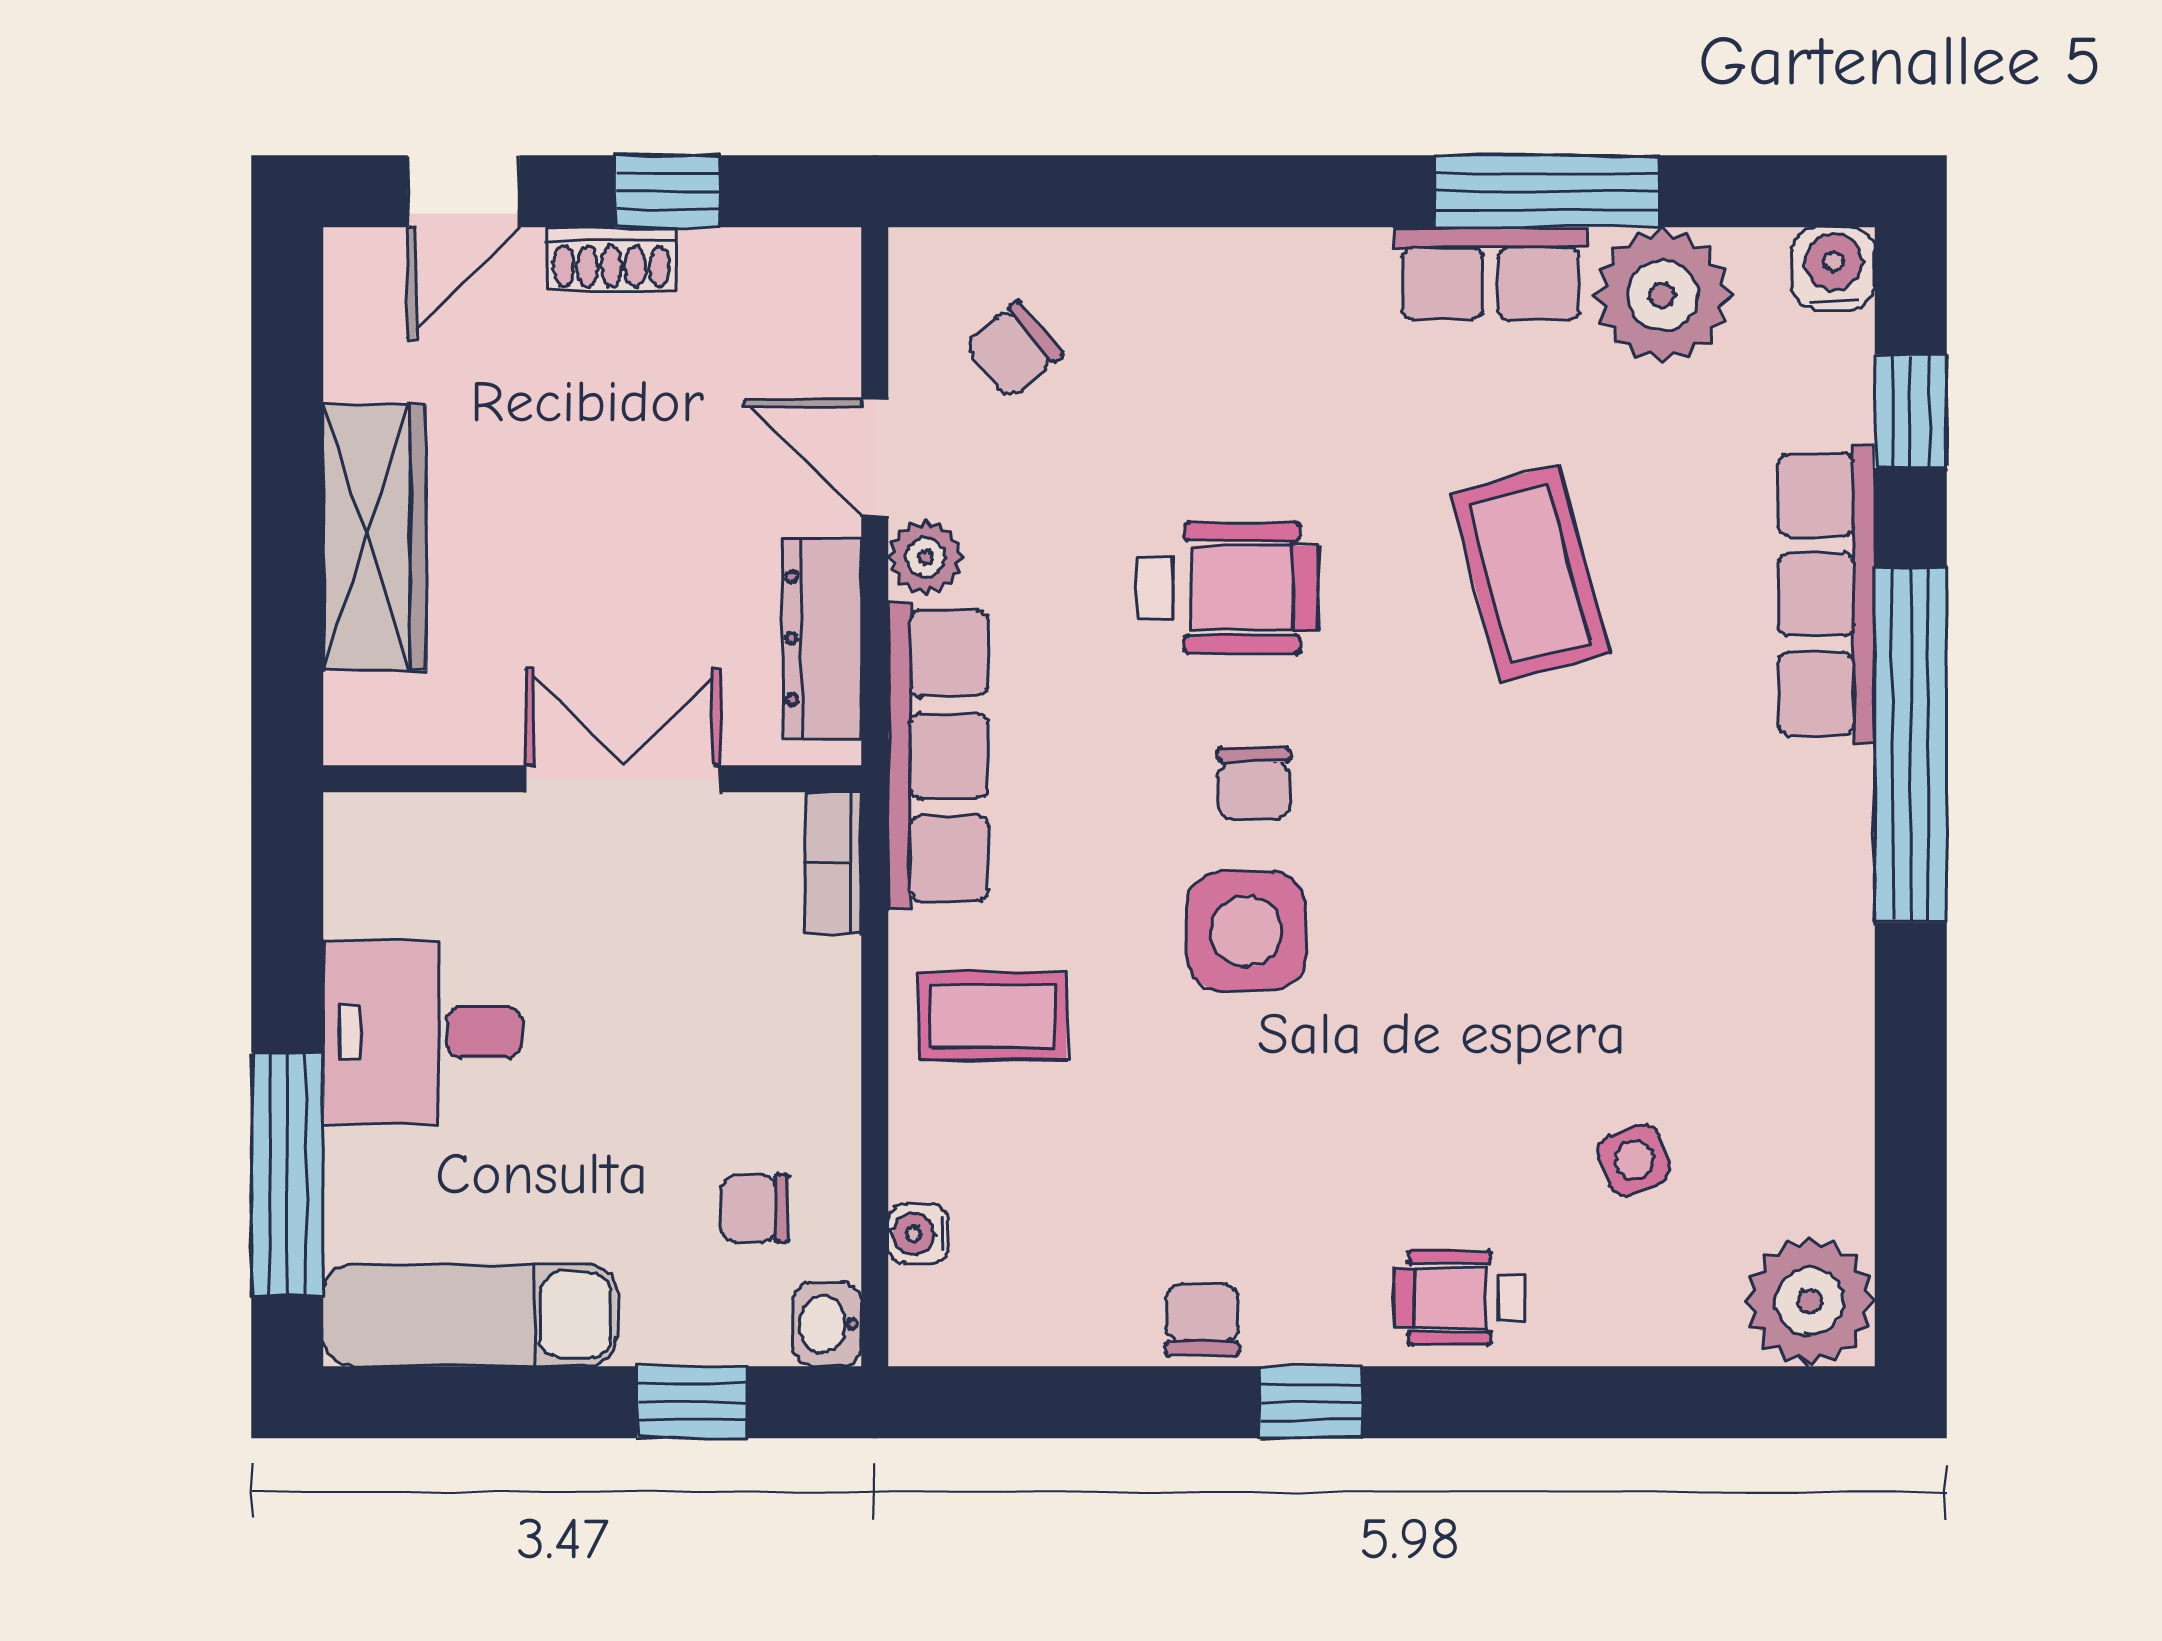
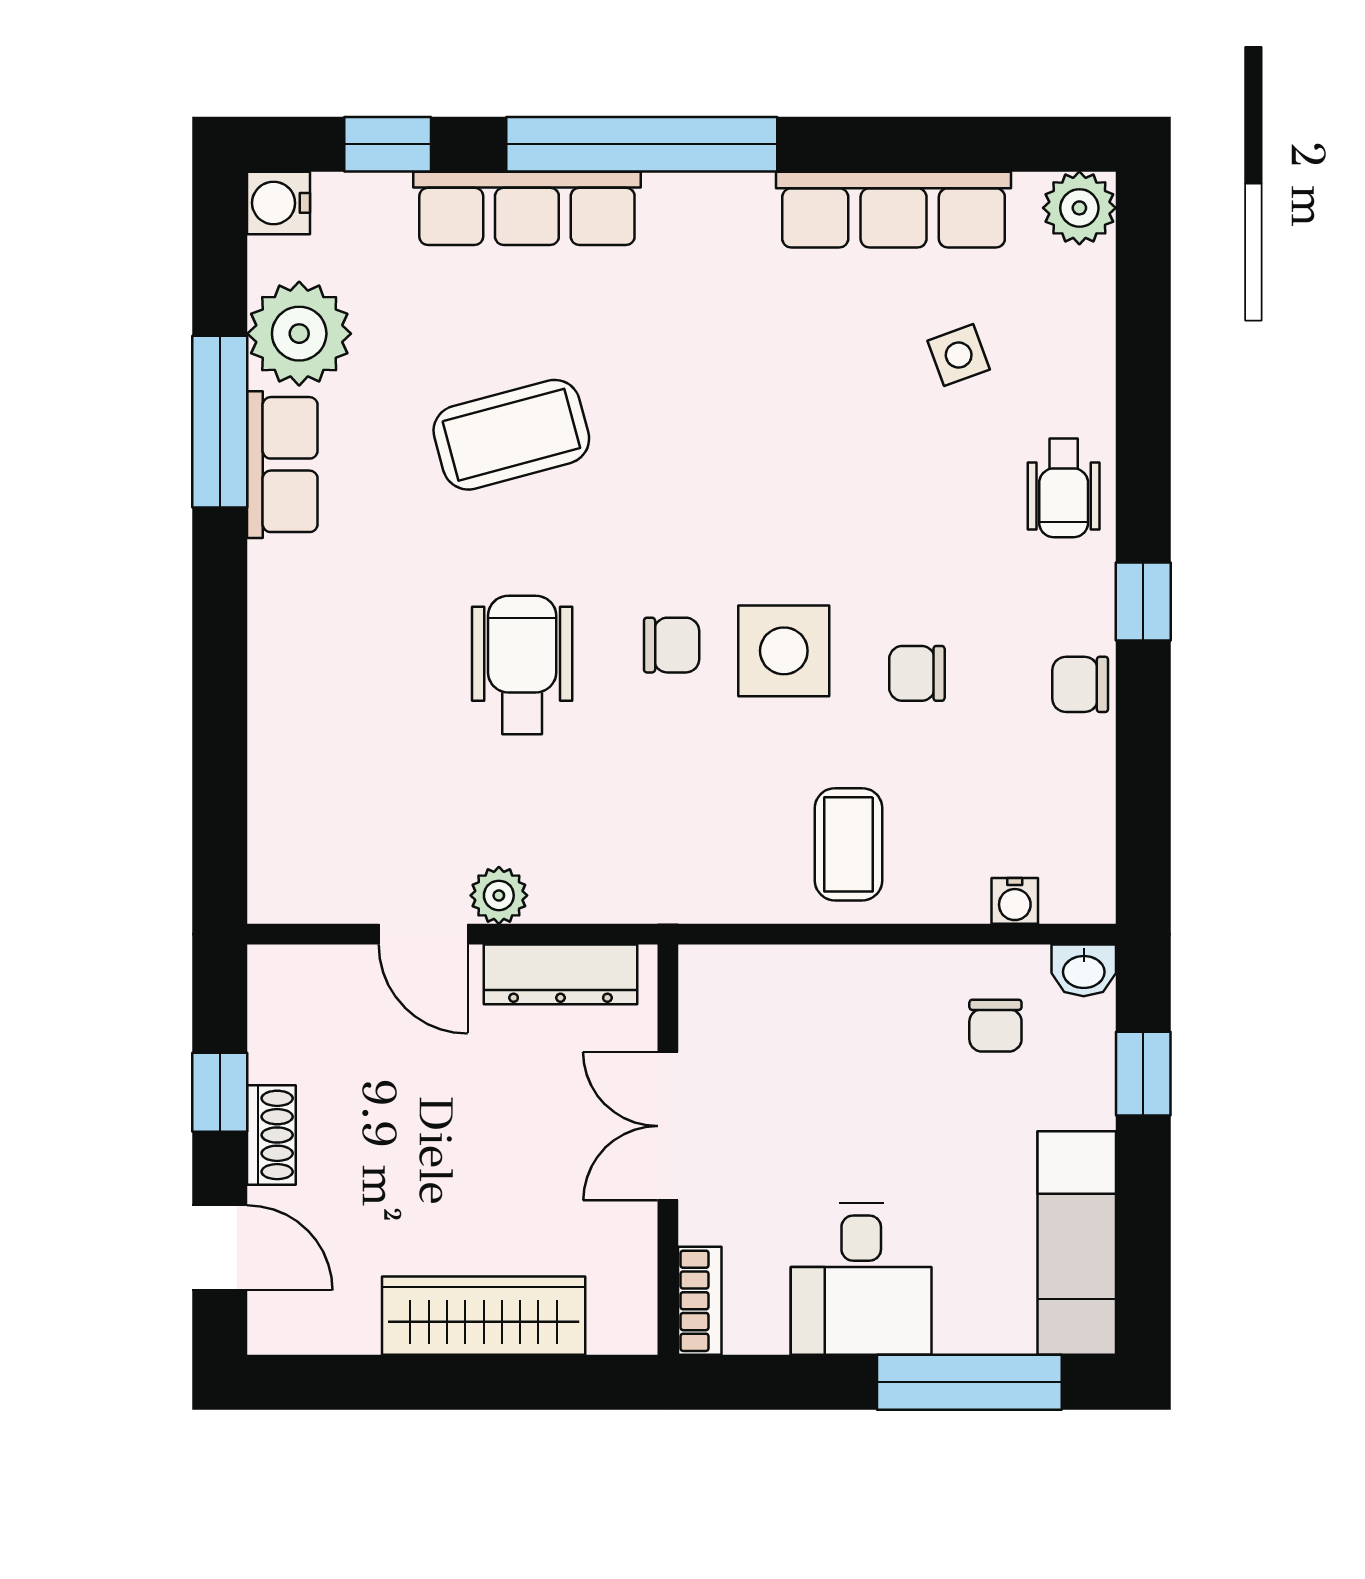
chair: (1014, 350) -> (917, 673), moved, turned 130
door: (875, 458) -> (423, 934), hinge flipped
row of seats: (938, 756) -> (894, 210), moved, turned 180
bookcase: (833, 863) -> (700, 1301), moved, turned -90
plant: (1810, 1301) -> (1079, 208), width x0.73, depth x0.73

